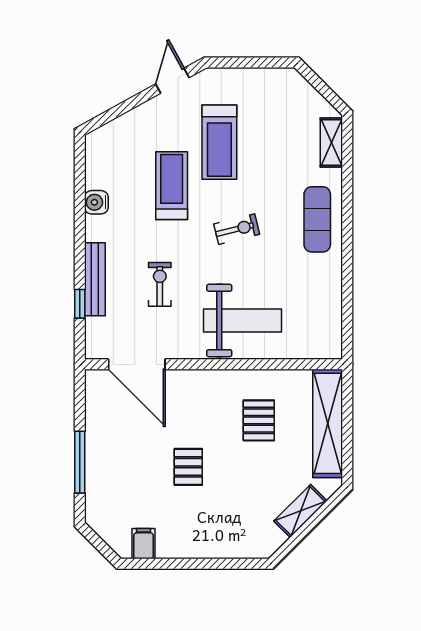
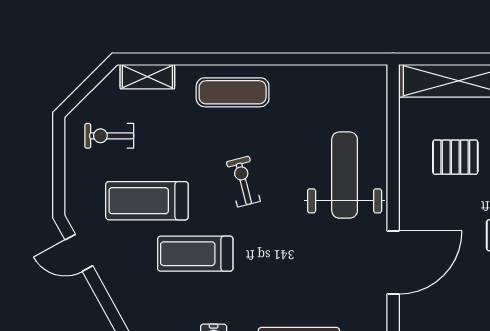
treadmill: (219, 142) -> (147, 201), turned 180
exercise bike: (160, 284) -> (109, 136), moved
door: (137, 364) -> (393, 263), moved

